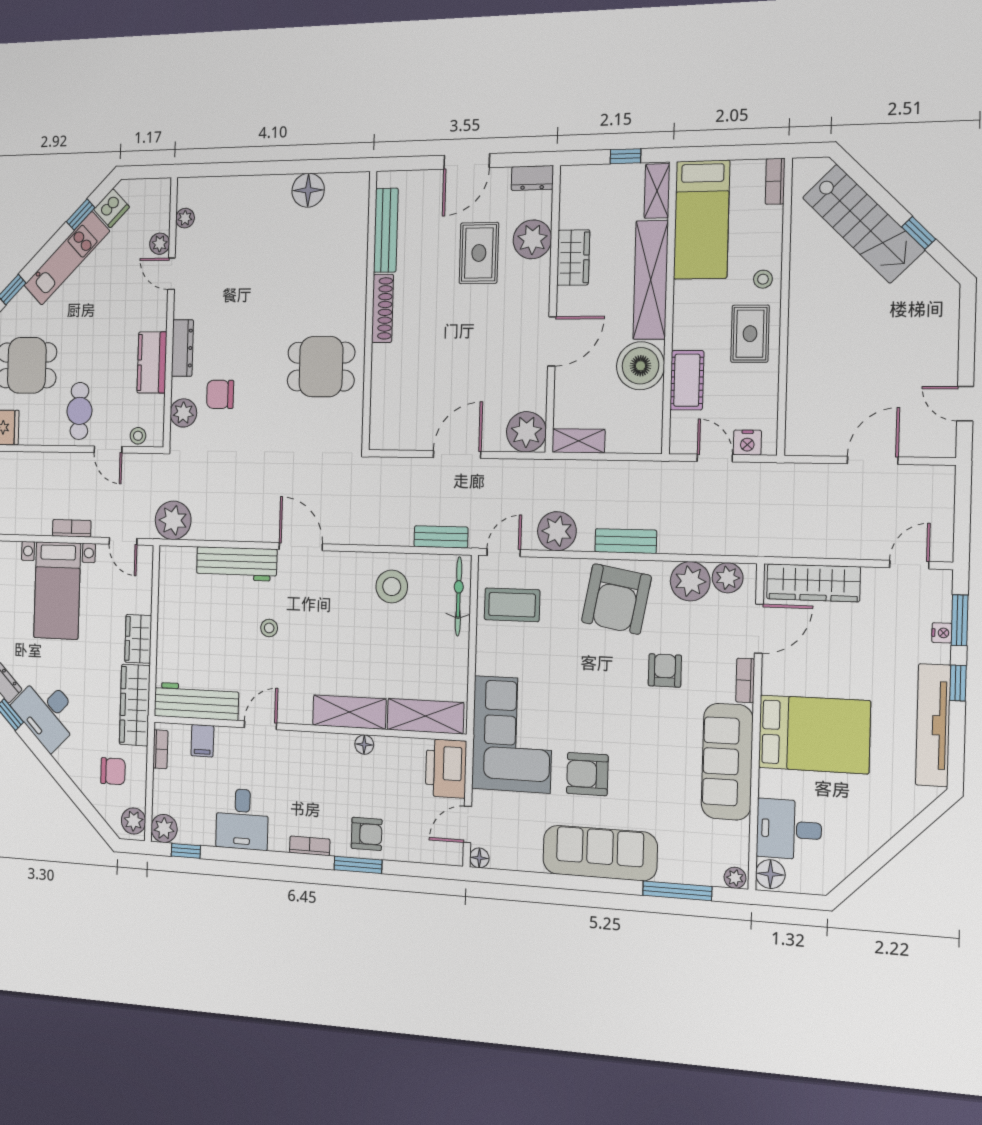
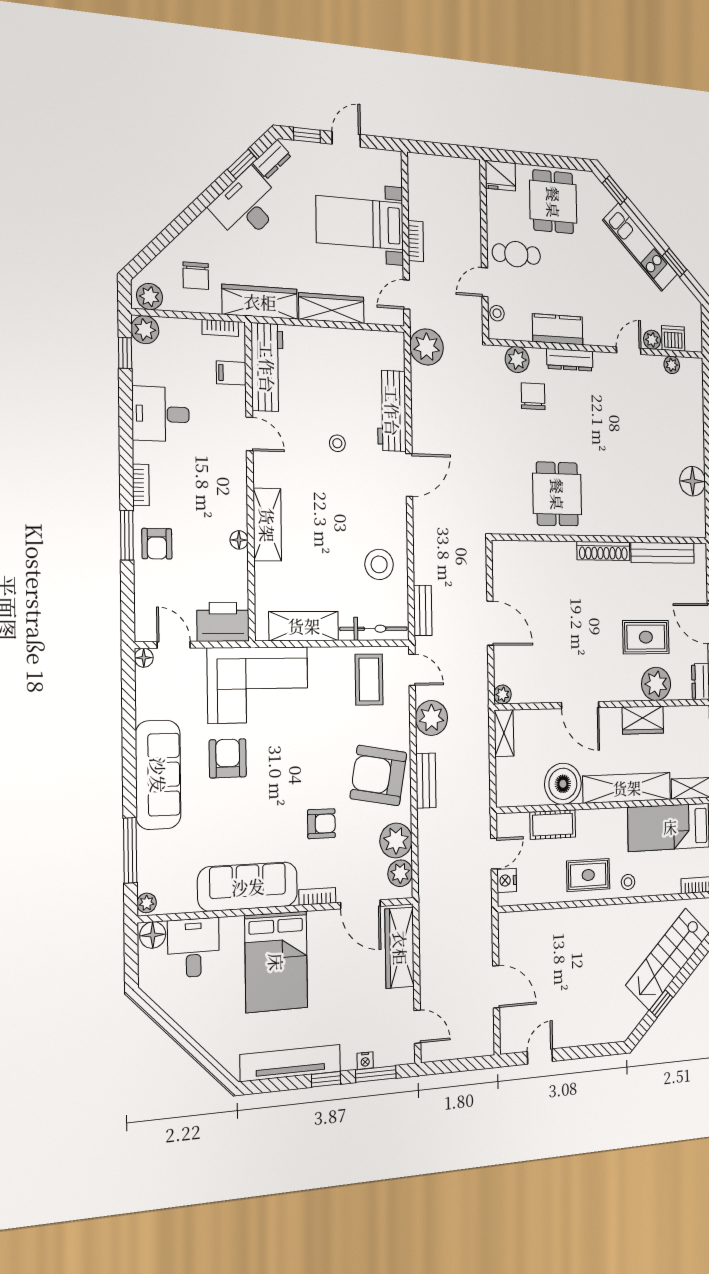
dishwasher: (111, 208) -> (673, 338), moved, turned 135
plant: (526, 432) -> (503, 694), width x0.53, depth x0.53
wardrobe: (138, 639) -> (331, 308), width x1.50
shelving: (425, 716) -> (304, 626), moved, turned 90

